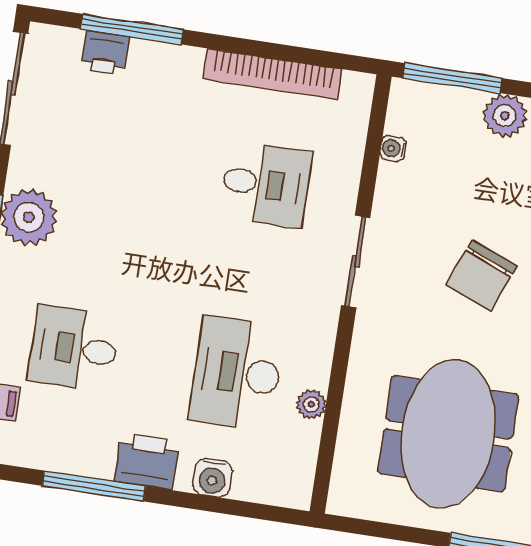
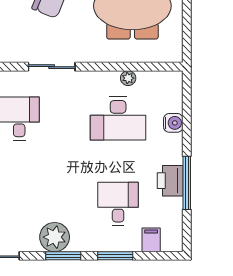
desk: (74, 348) -> (118, 204), turned 180
printer: (147, 462) -> (170, 181), moved

